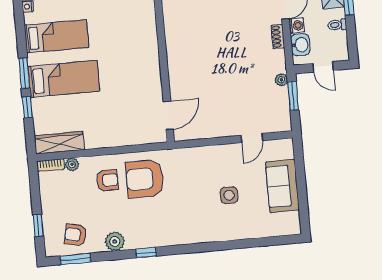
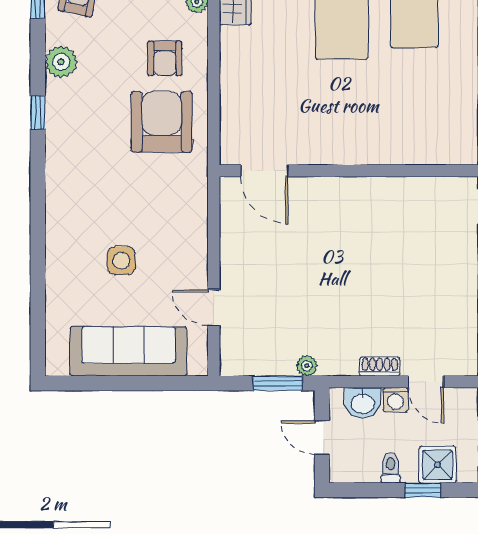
door: (323, 67) -> (322, 438), hinge flipped
sofa: (282, 186) -> (129, 351), width x1.36

